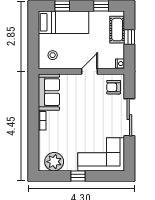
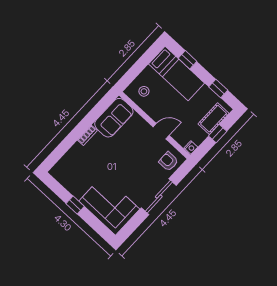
plant: (54, 162) -> (67, 176), removed

